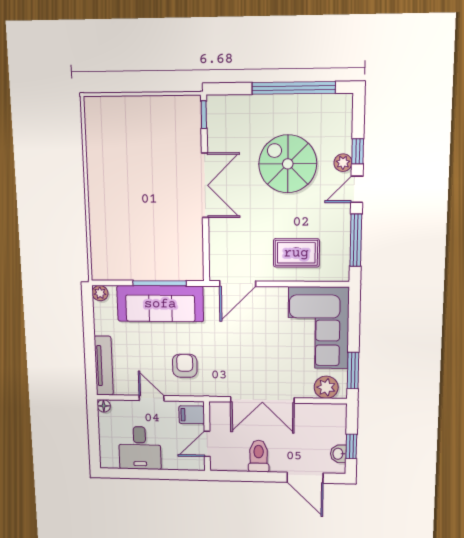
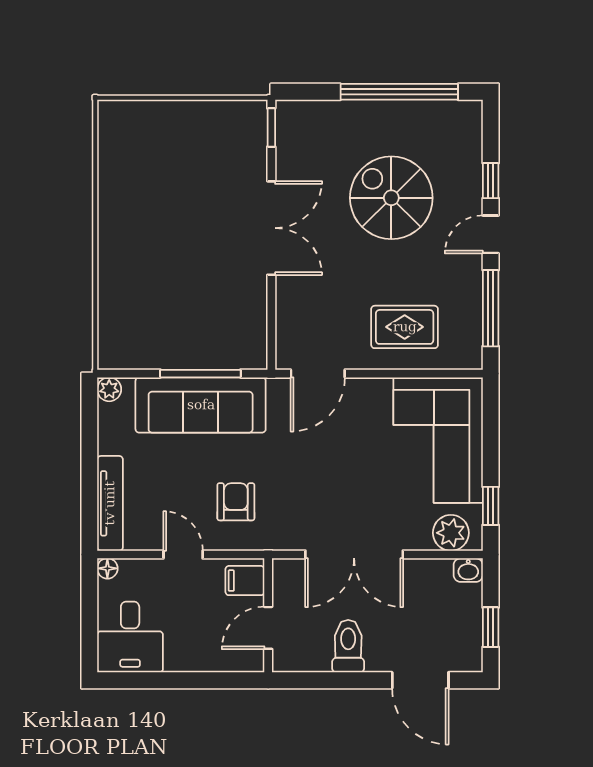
plant: (343, 163) -> (470, 196), removed
window: (353, 371) -> (491, 506), width x0.67
desk: (140, 448) -> (130, 637), moved
washbasin: (338, 454) -> (468, 570), moved, turned -90

